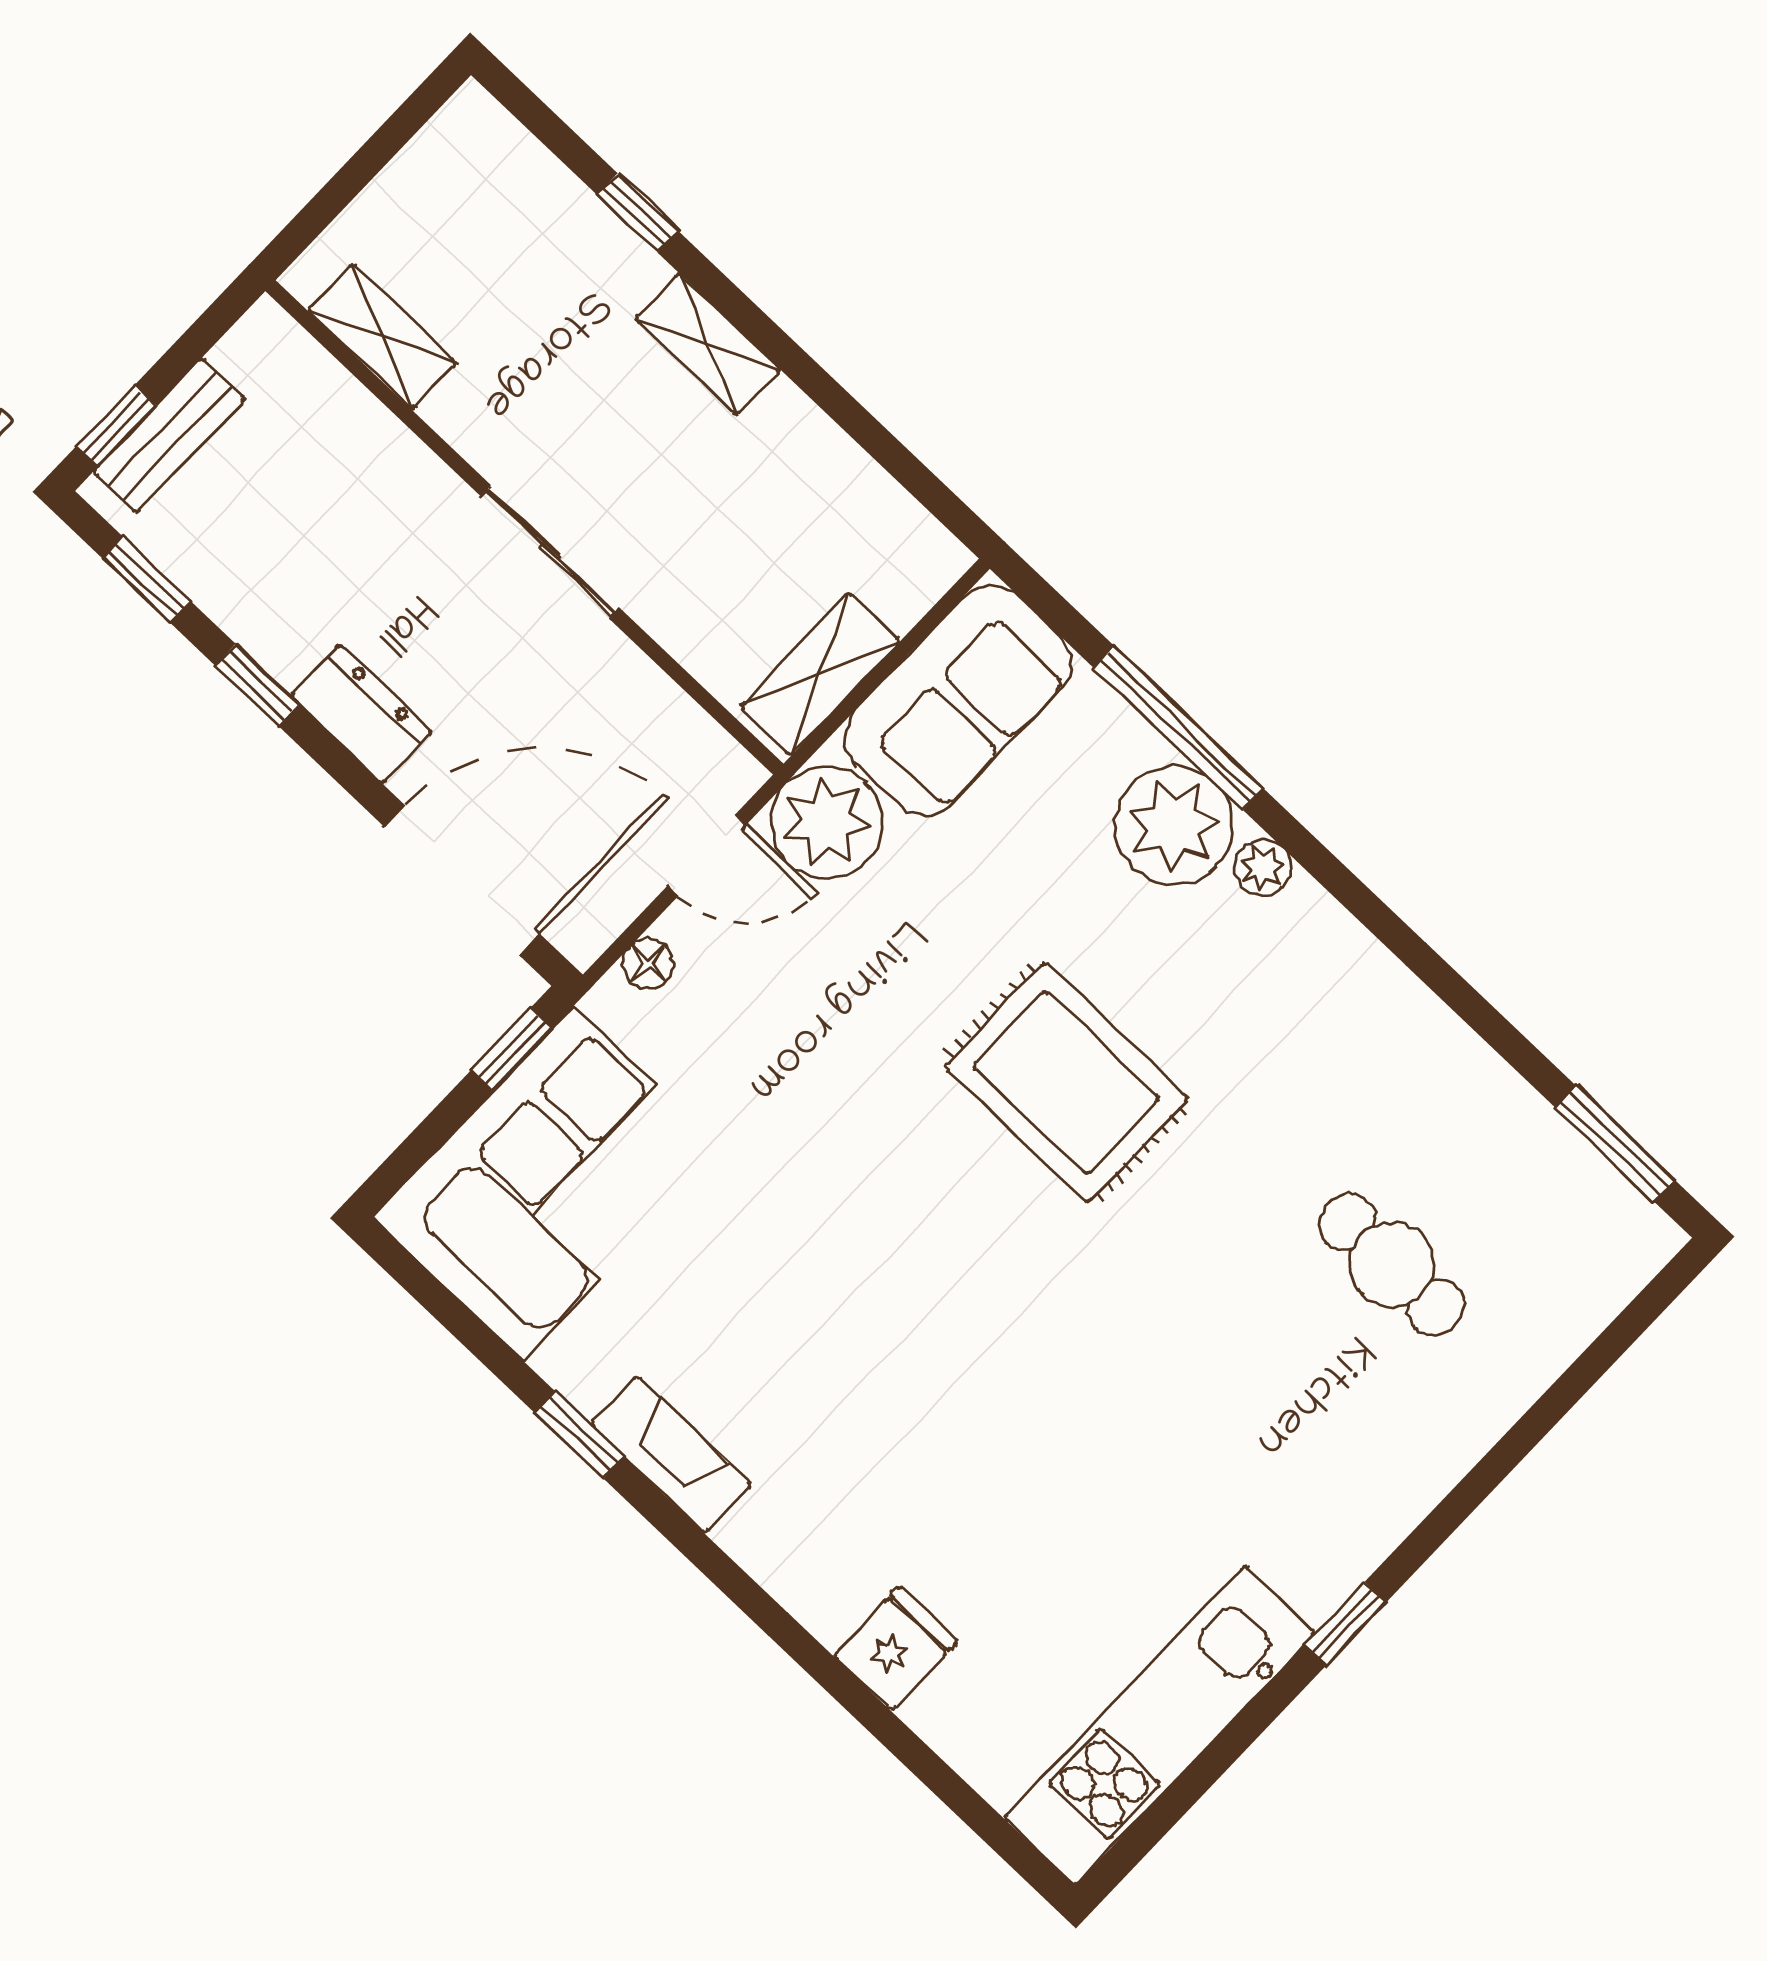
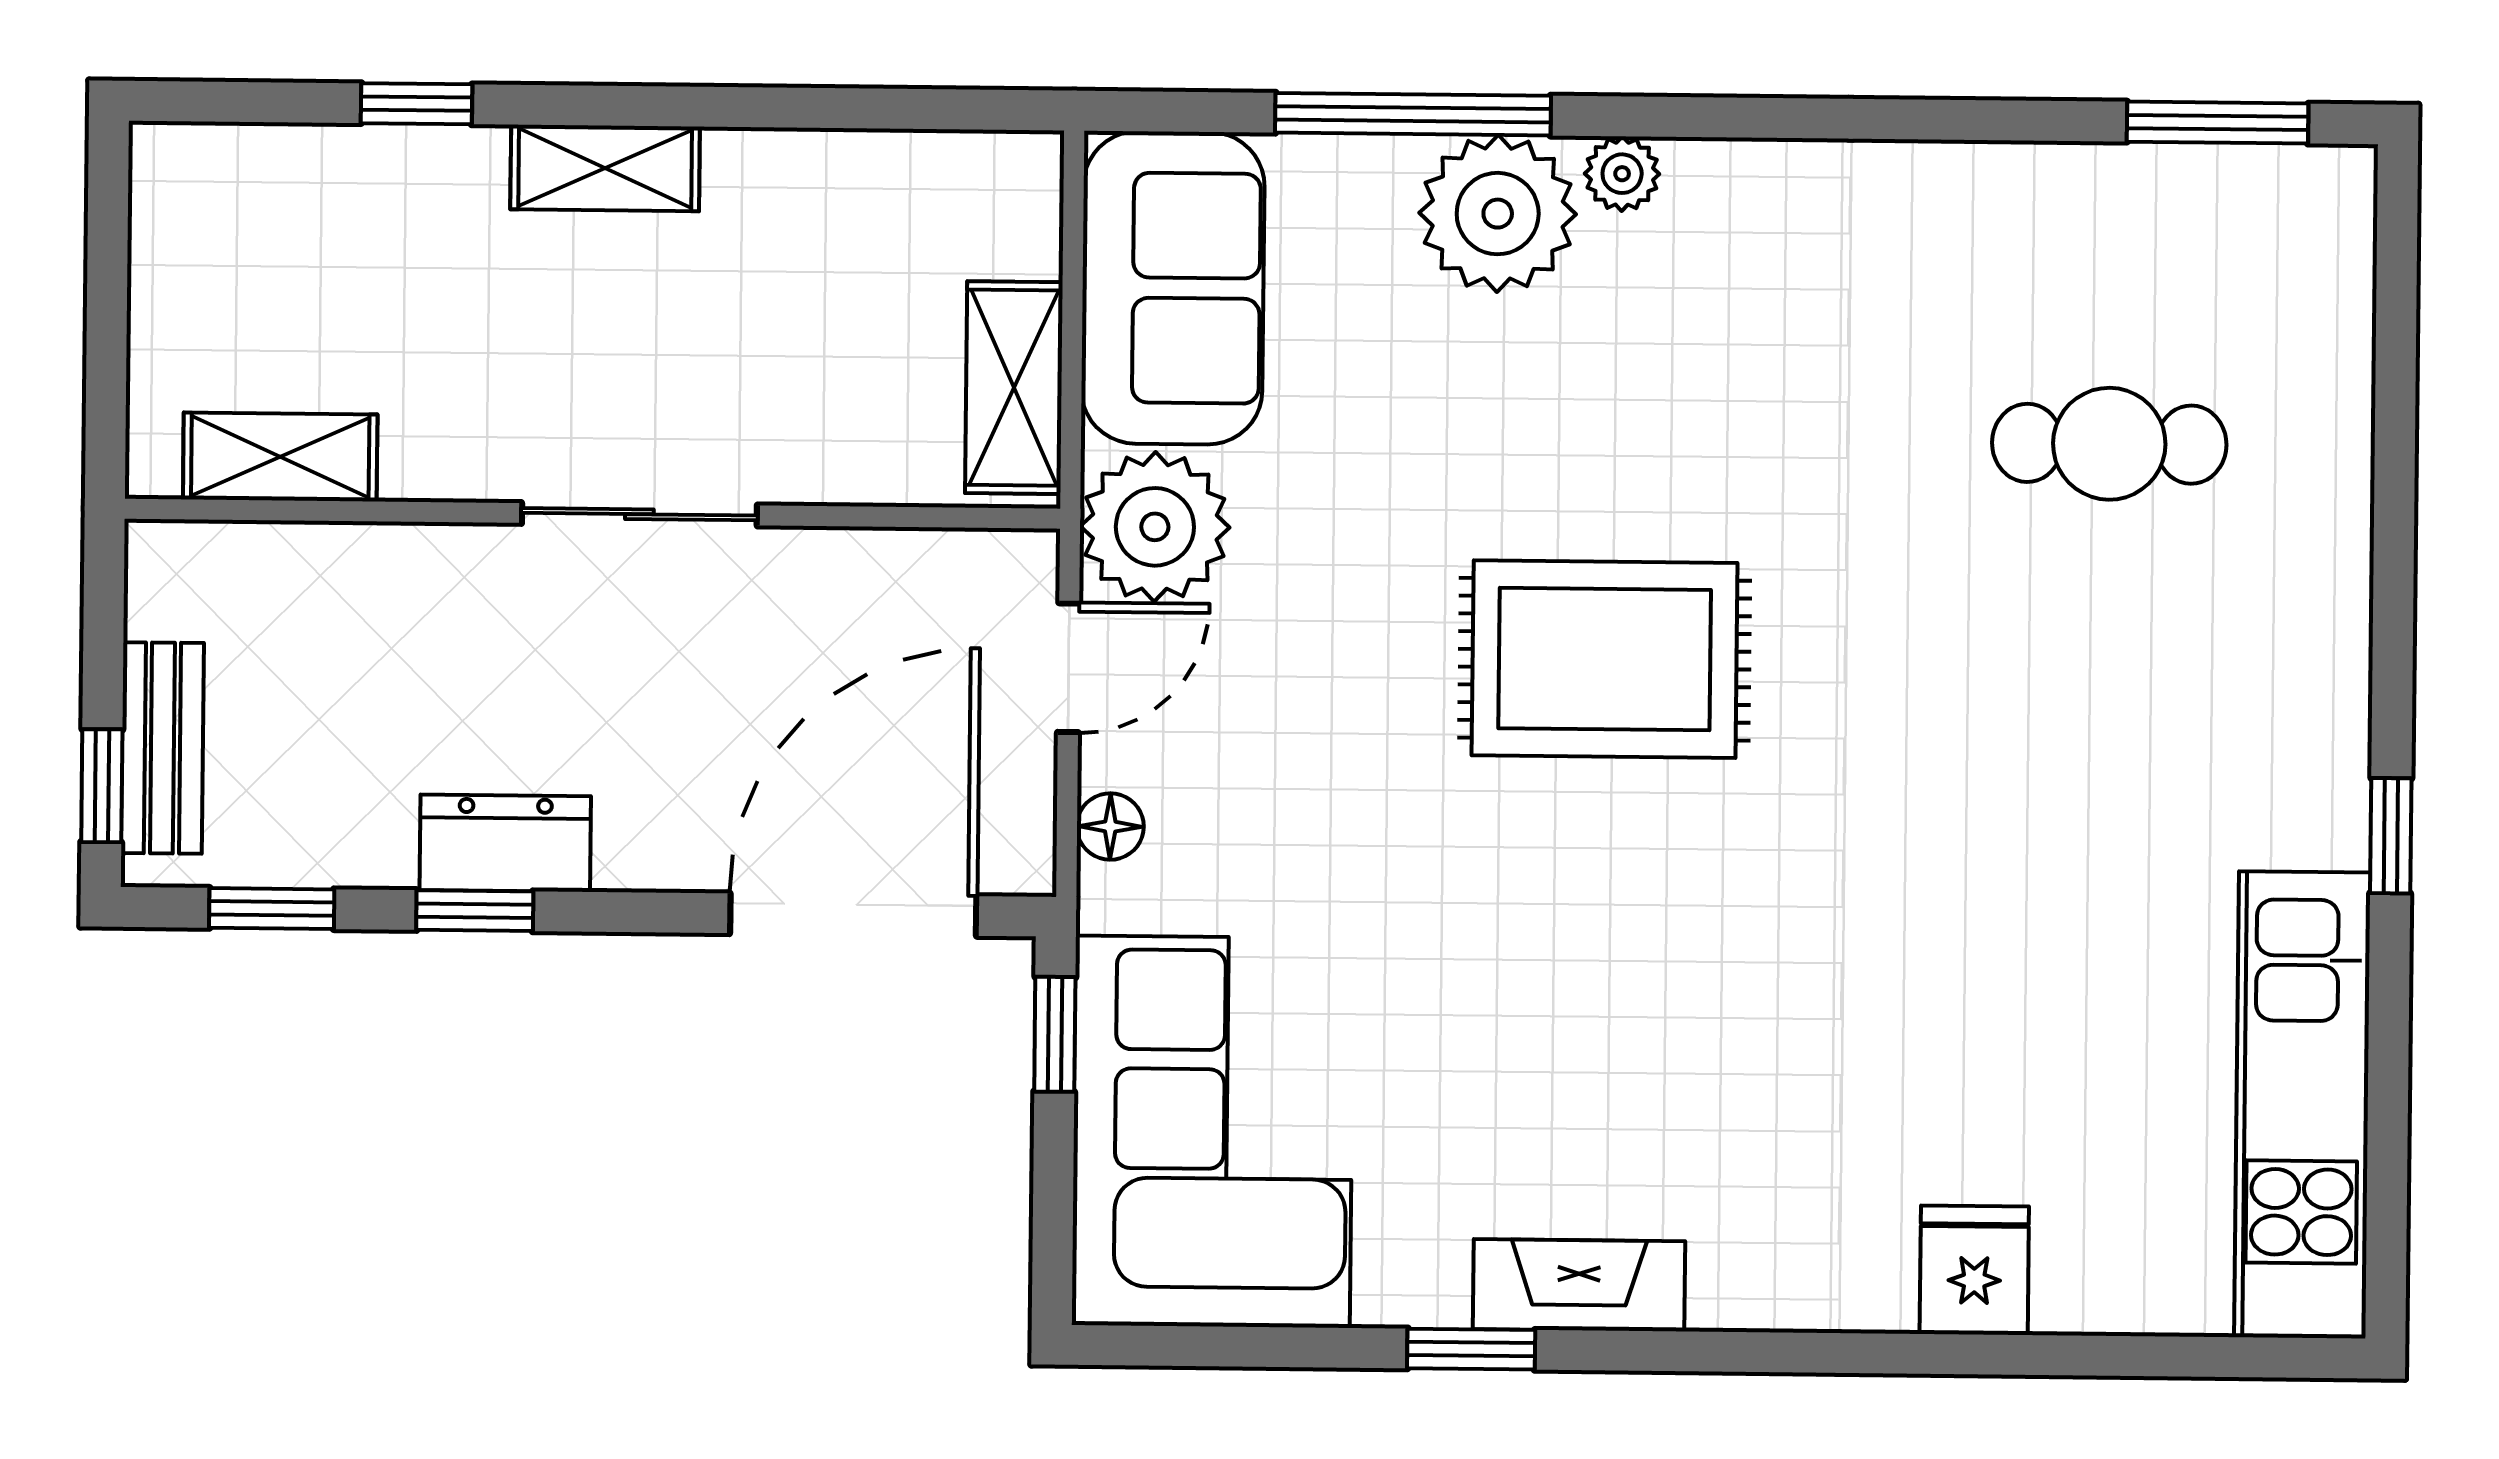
dresser: (361, 714) -> (505, 843), moved
rug: (1066, 1082) -> (1605, 659), moved

